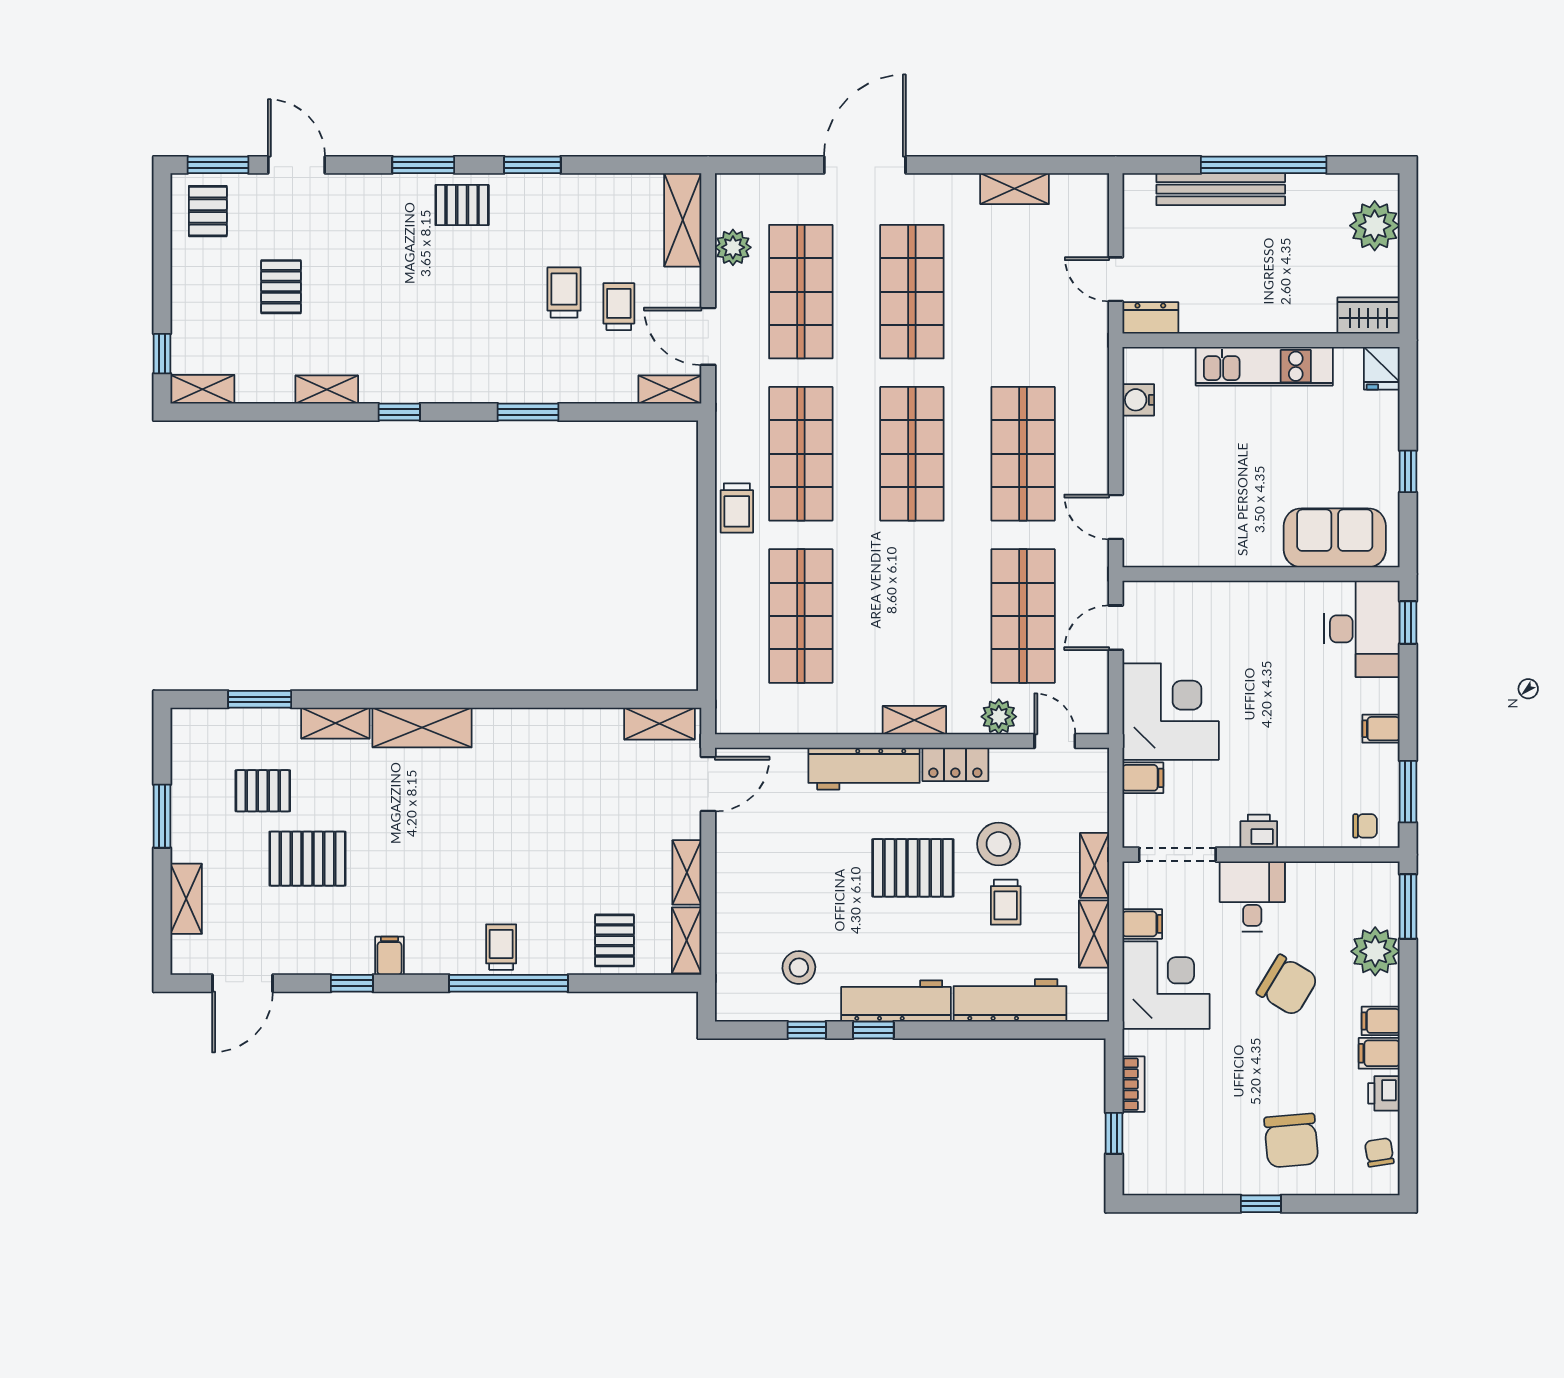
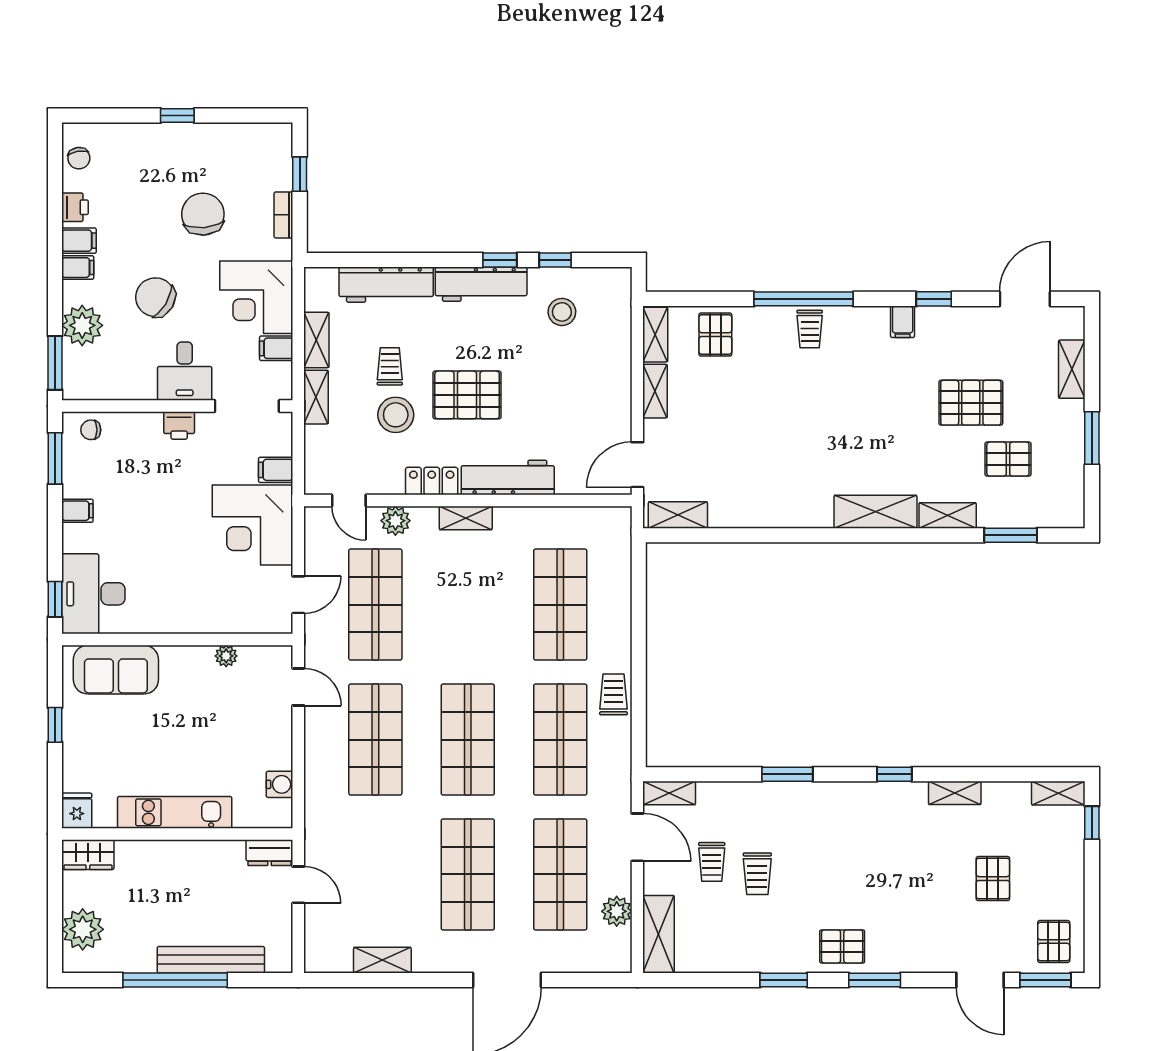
plant: (1202, 554) -> (226, 656), added
chair: (1291, 1141) -> (203, 214), moved

